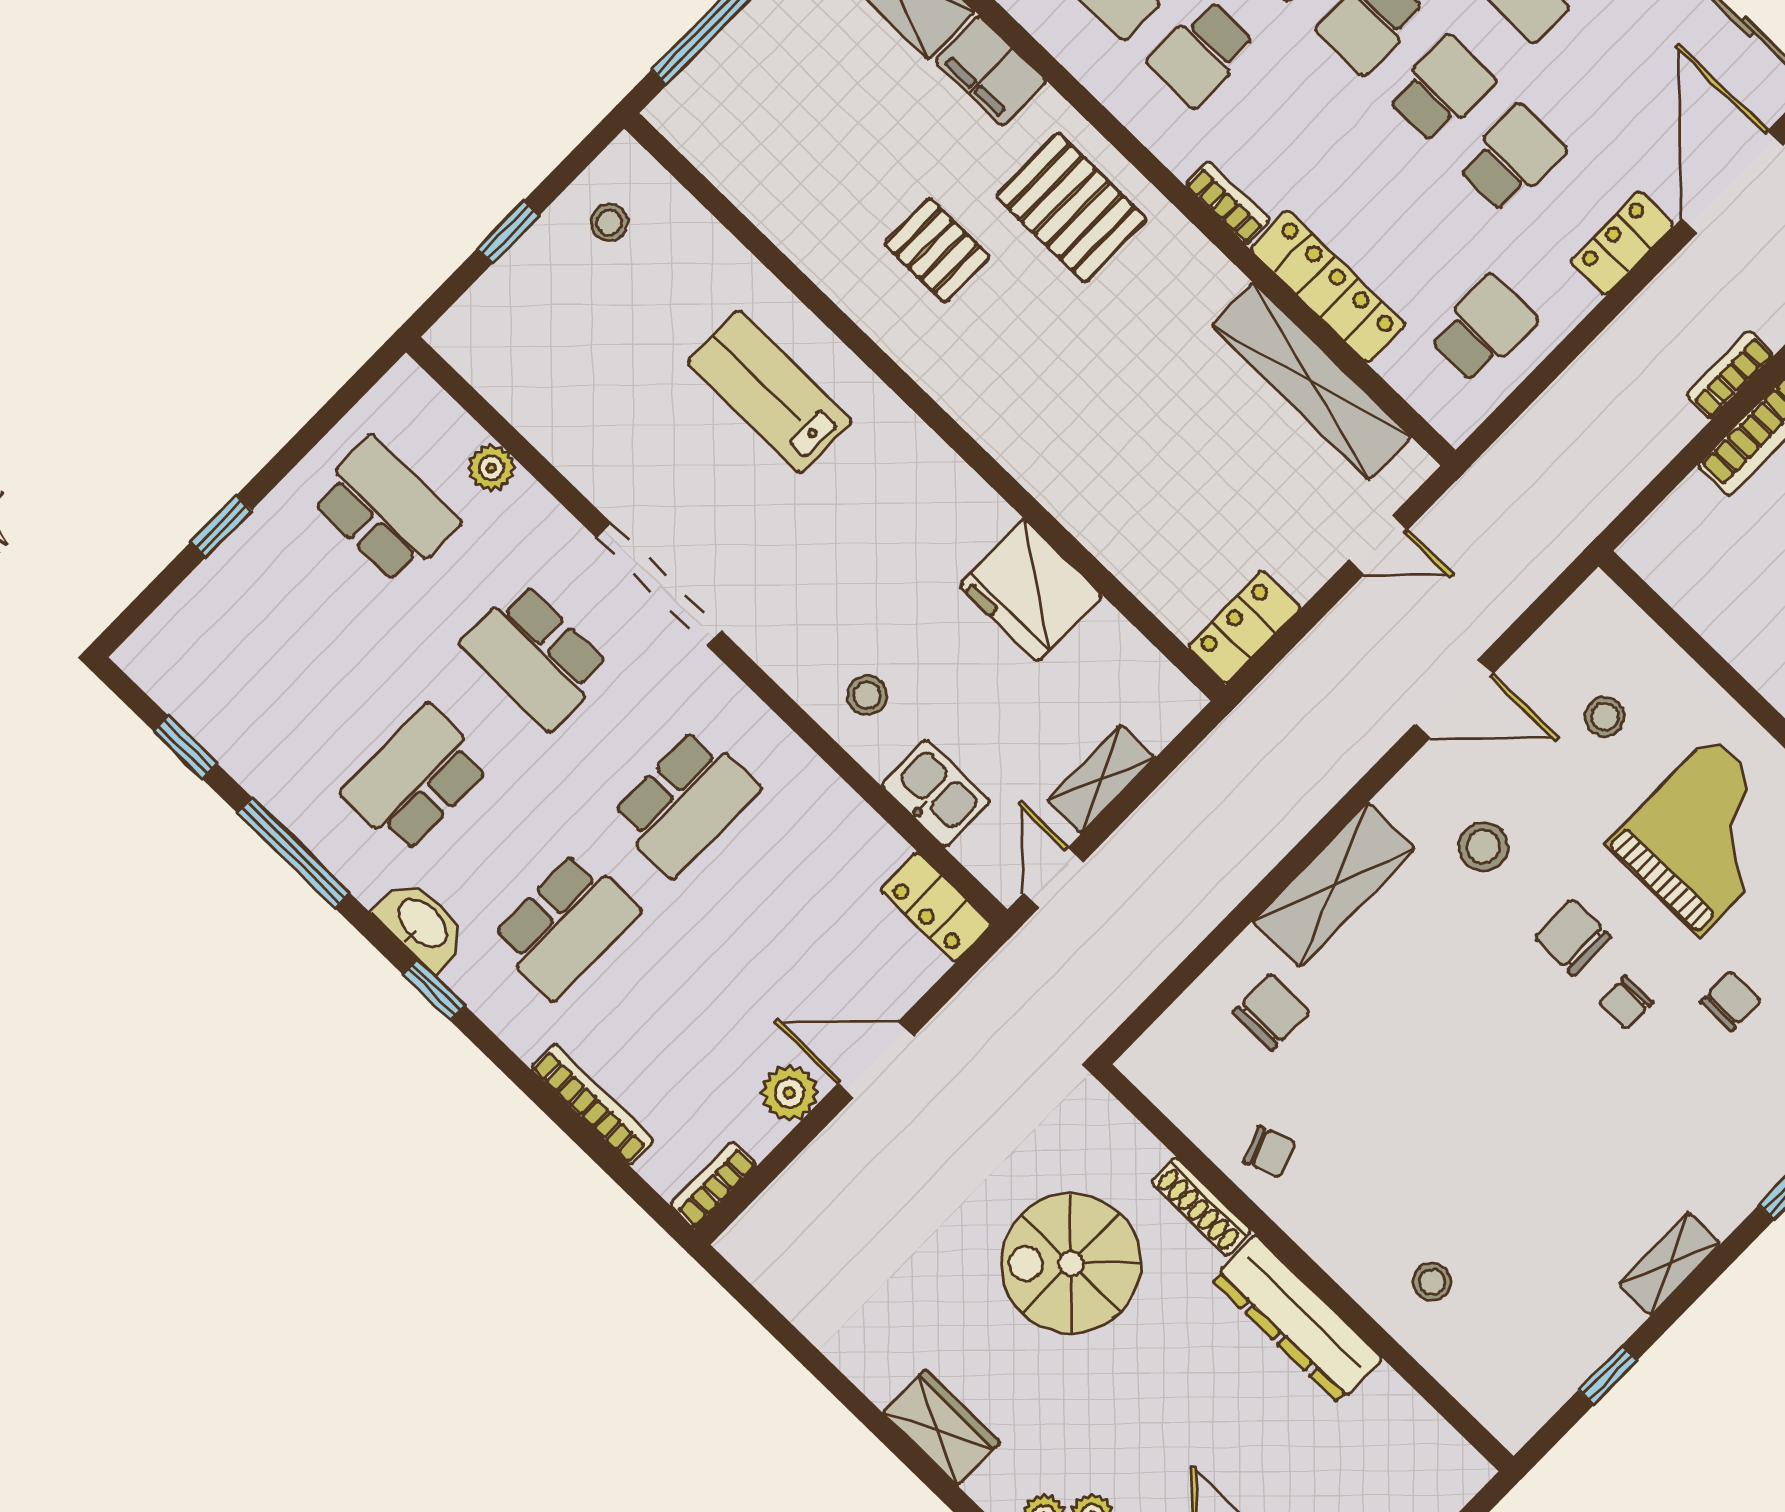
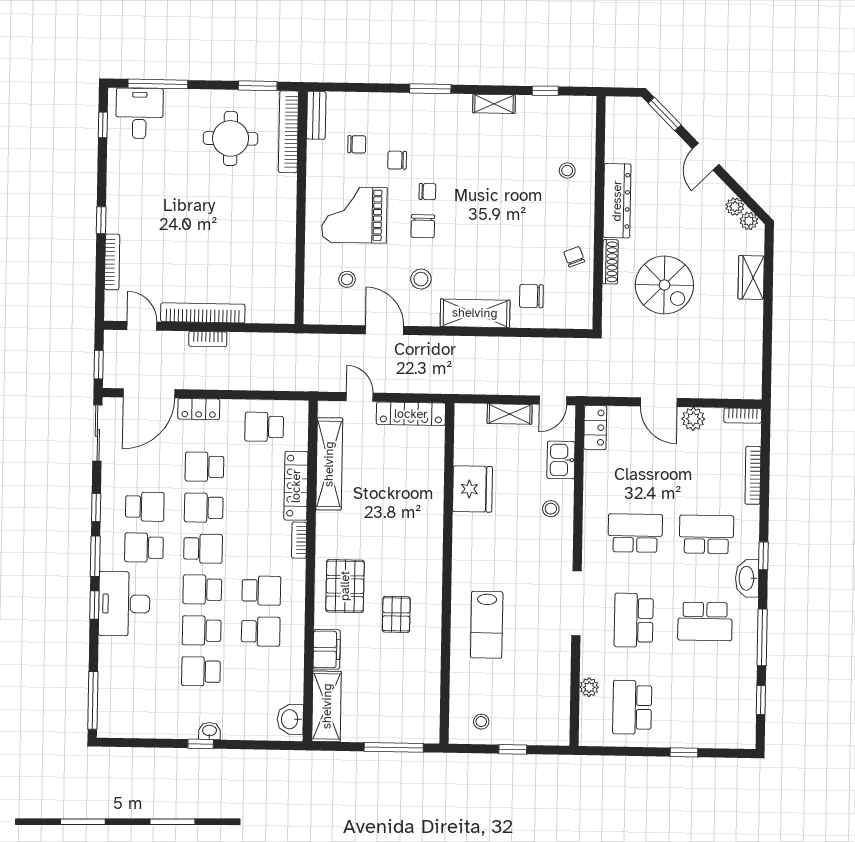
locker: (1244, 628) -> (411, 414), width x1.53
school desk: (535, 656) -> (634, 620), turned 180

